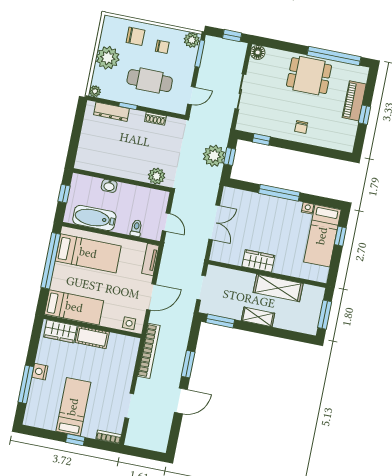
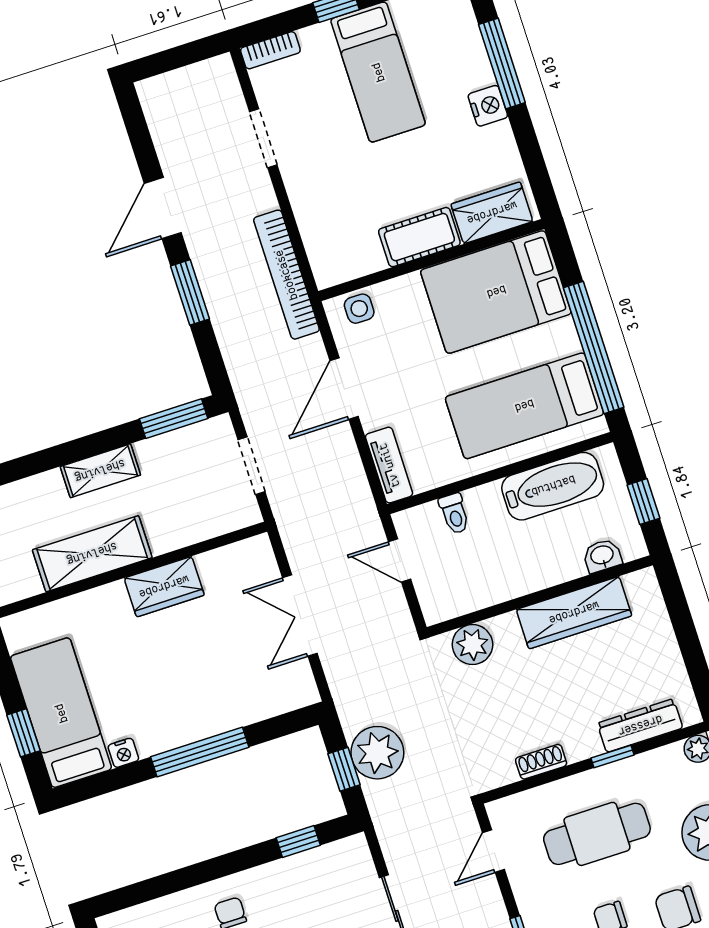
wardrobe: (113, 167) -> (574, 613), added
washbasin: (109, 186) -> (602, 556), moved
bed: (74, 307) -> (496, 292), width x1.50

